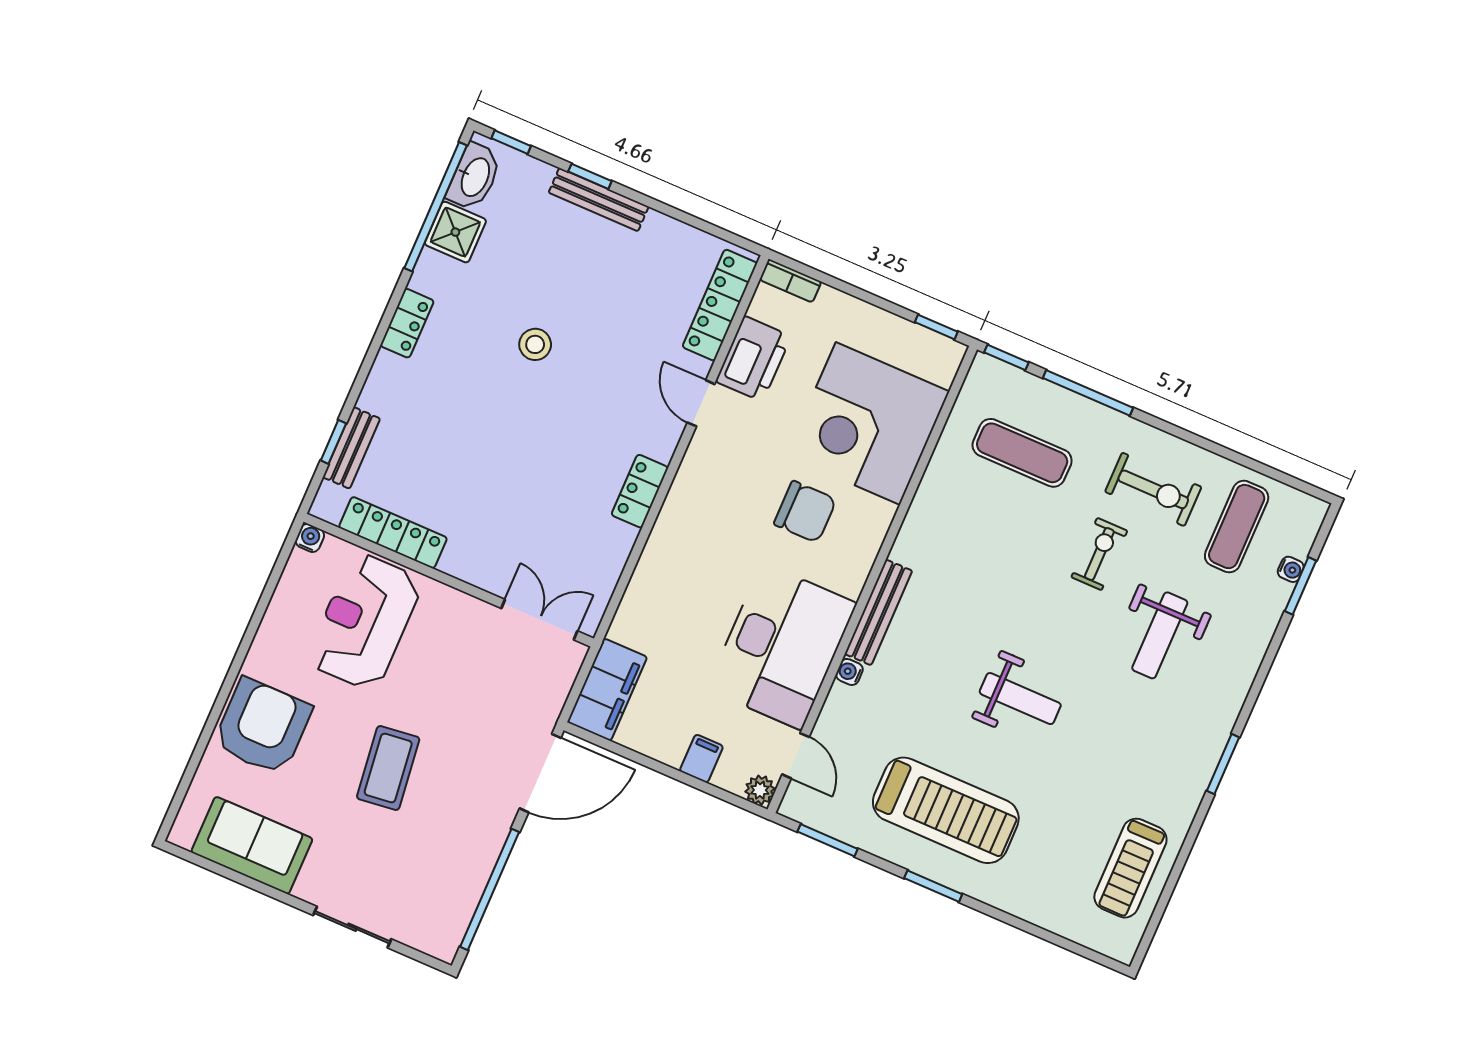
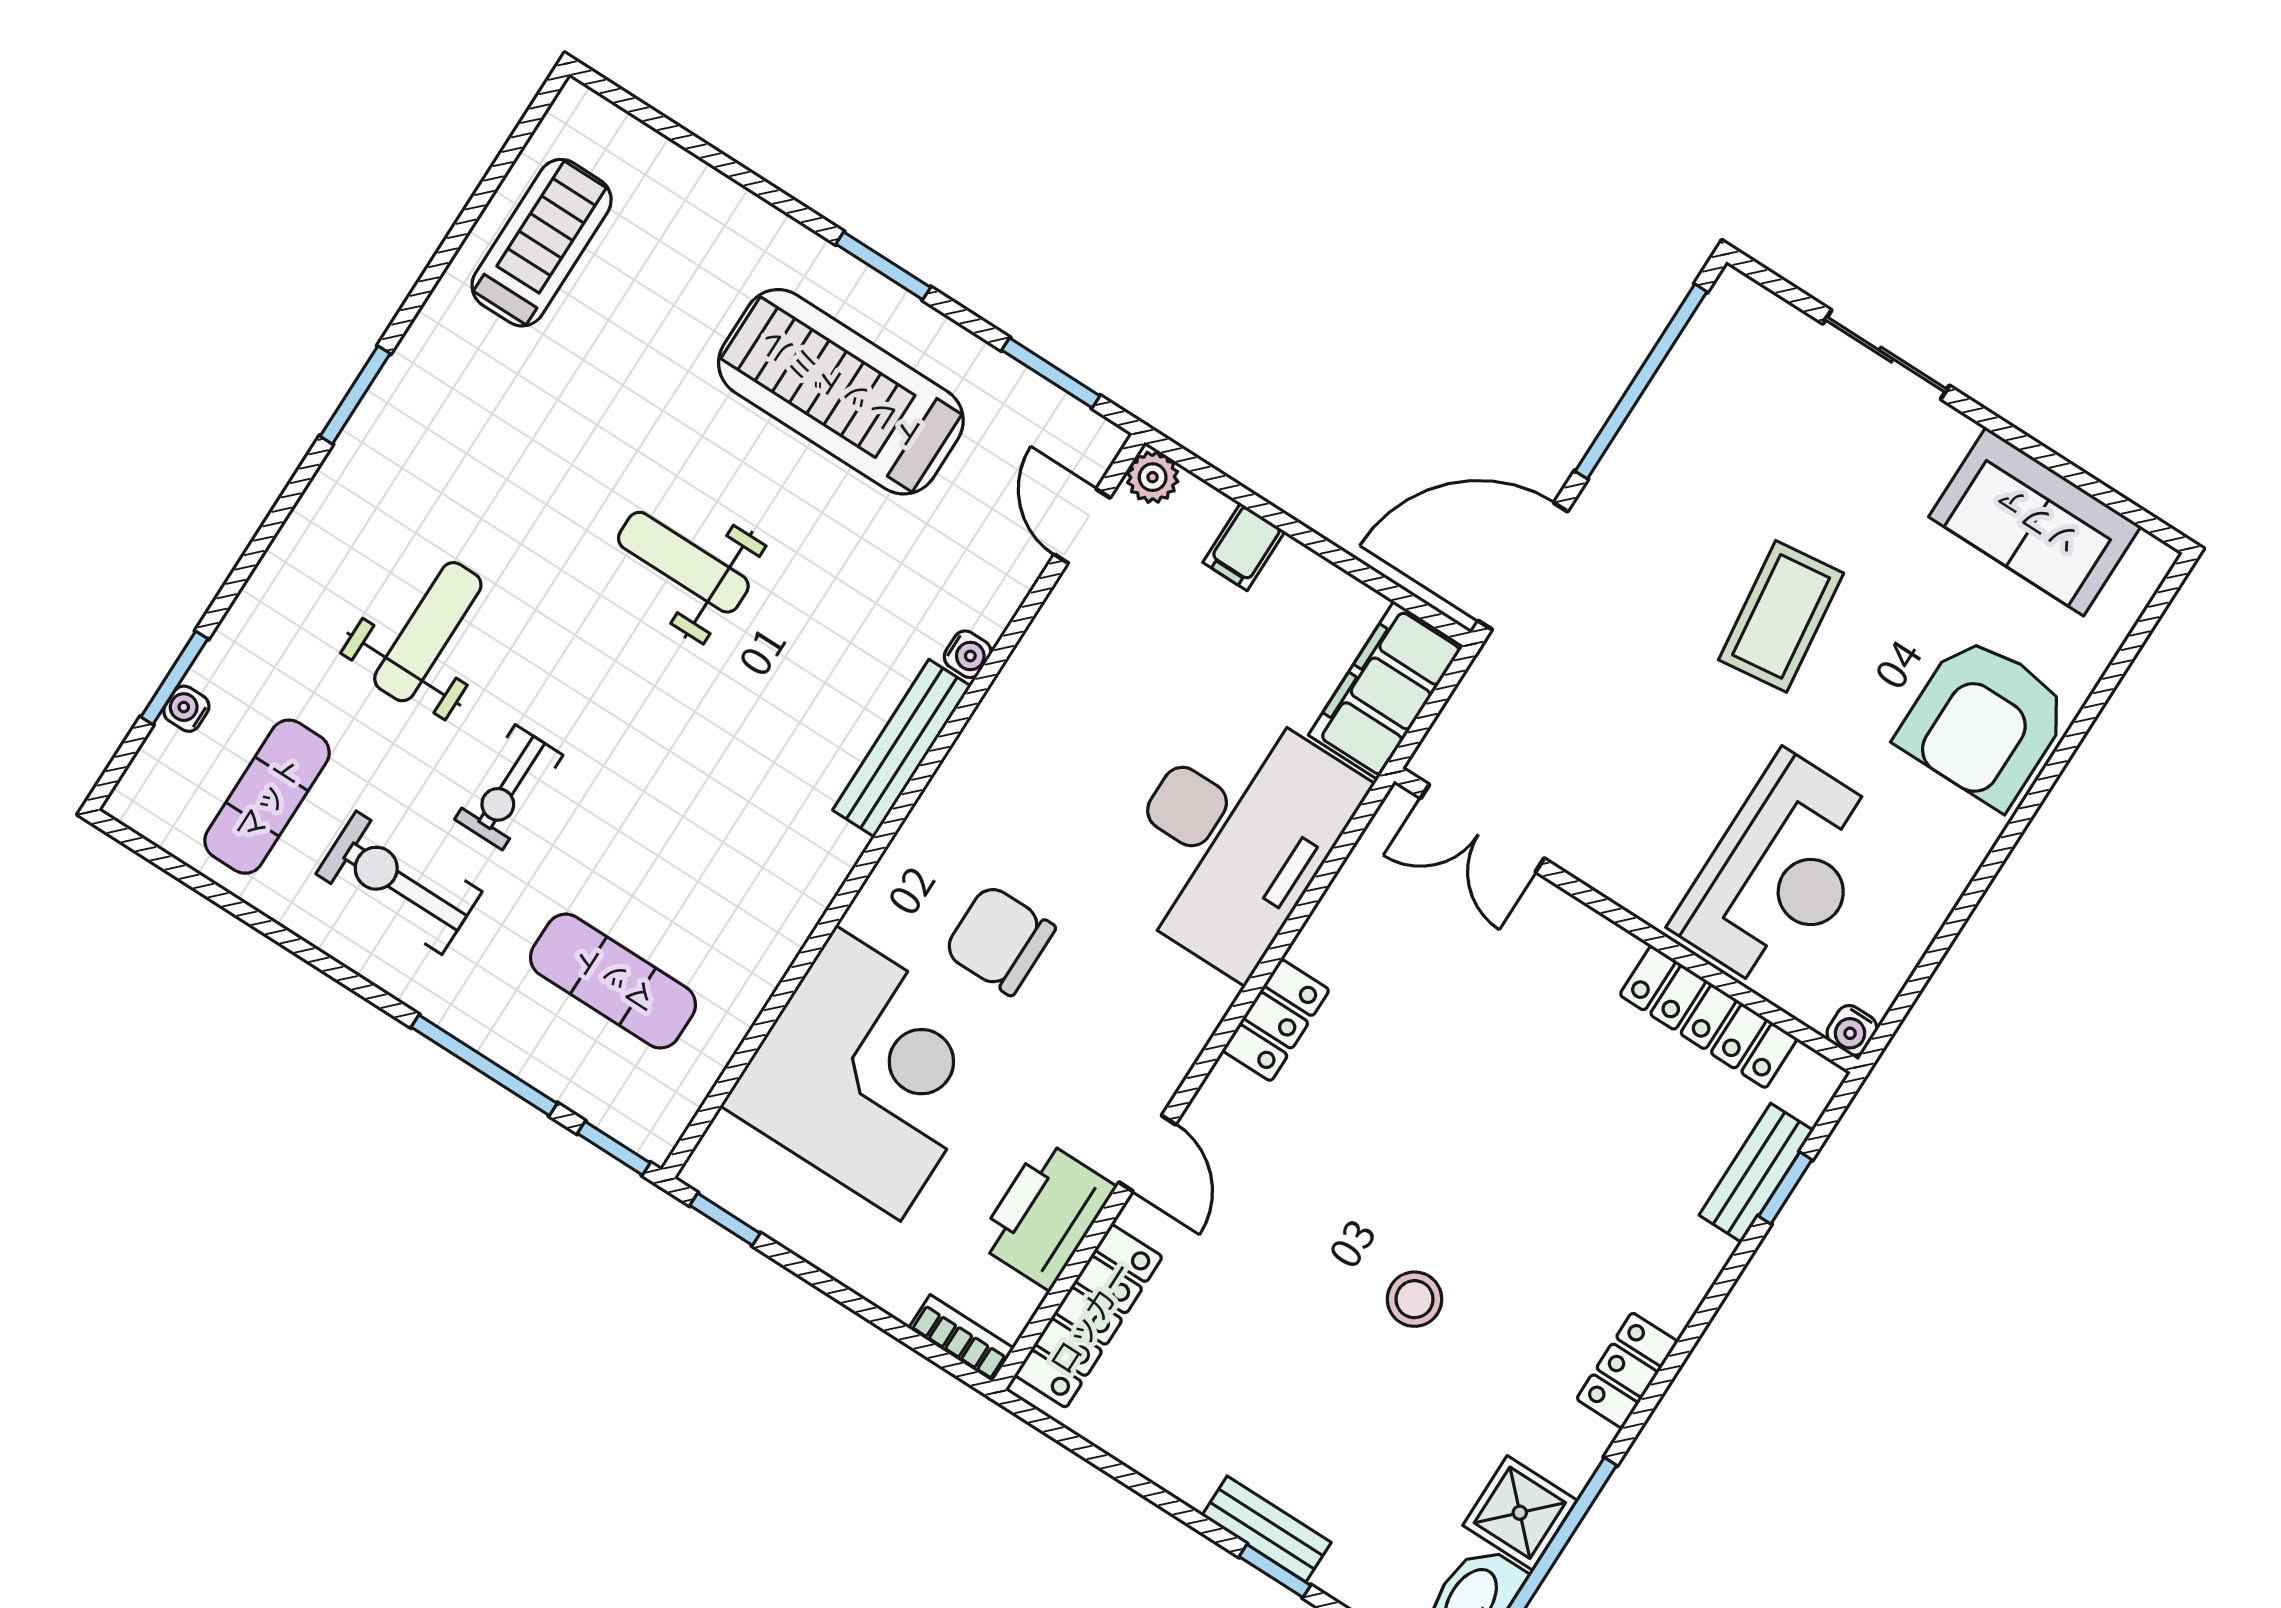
bench: (599, 200) -> (1266, 1529), width x0.73
desk: (782, 646) -> (1234, 837), moved, turned 180

